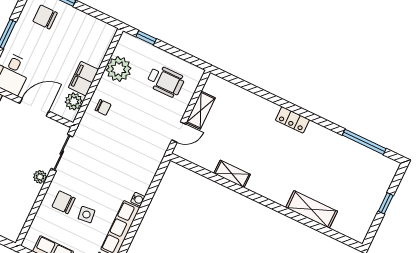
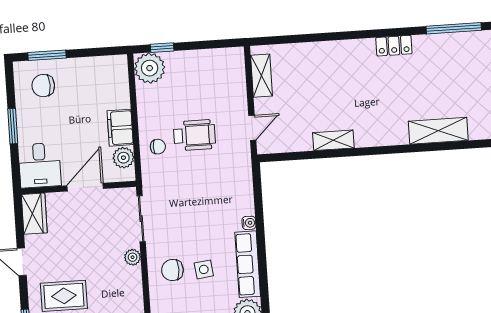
plant: (119, 69) -> (150, 68), moved
wheelchair: (166, 81) -> (194, 135), moved
shelving: (201, 110) -> (261, 76), moved
locker: (292, 120) -> (394, 46), moved

